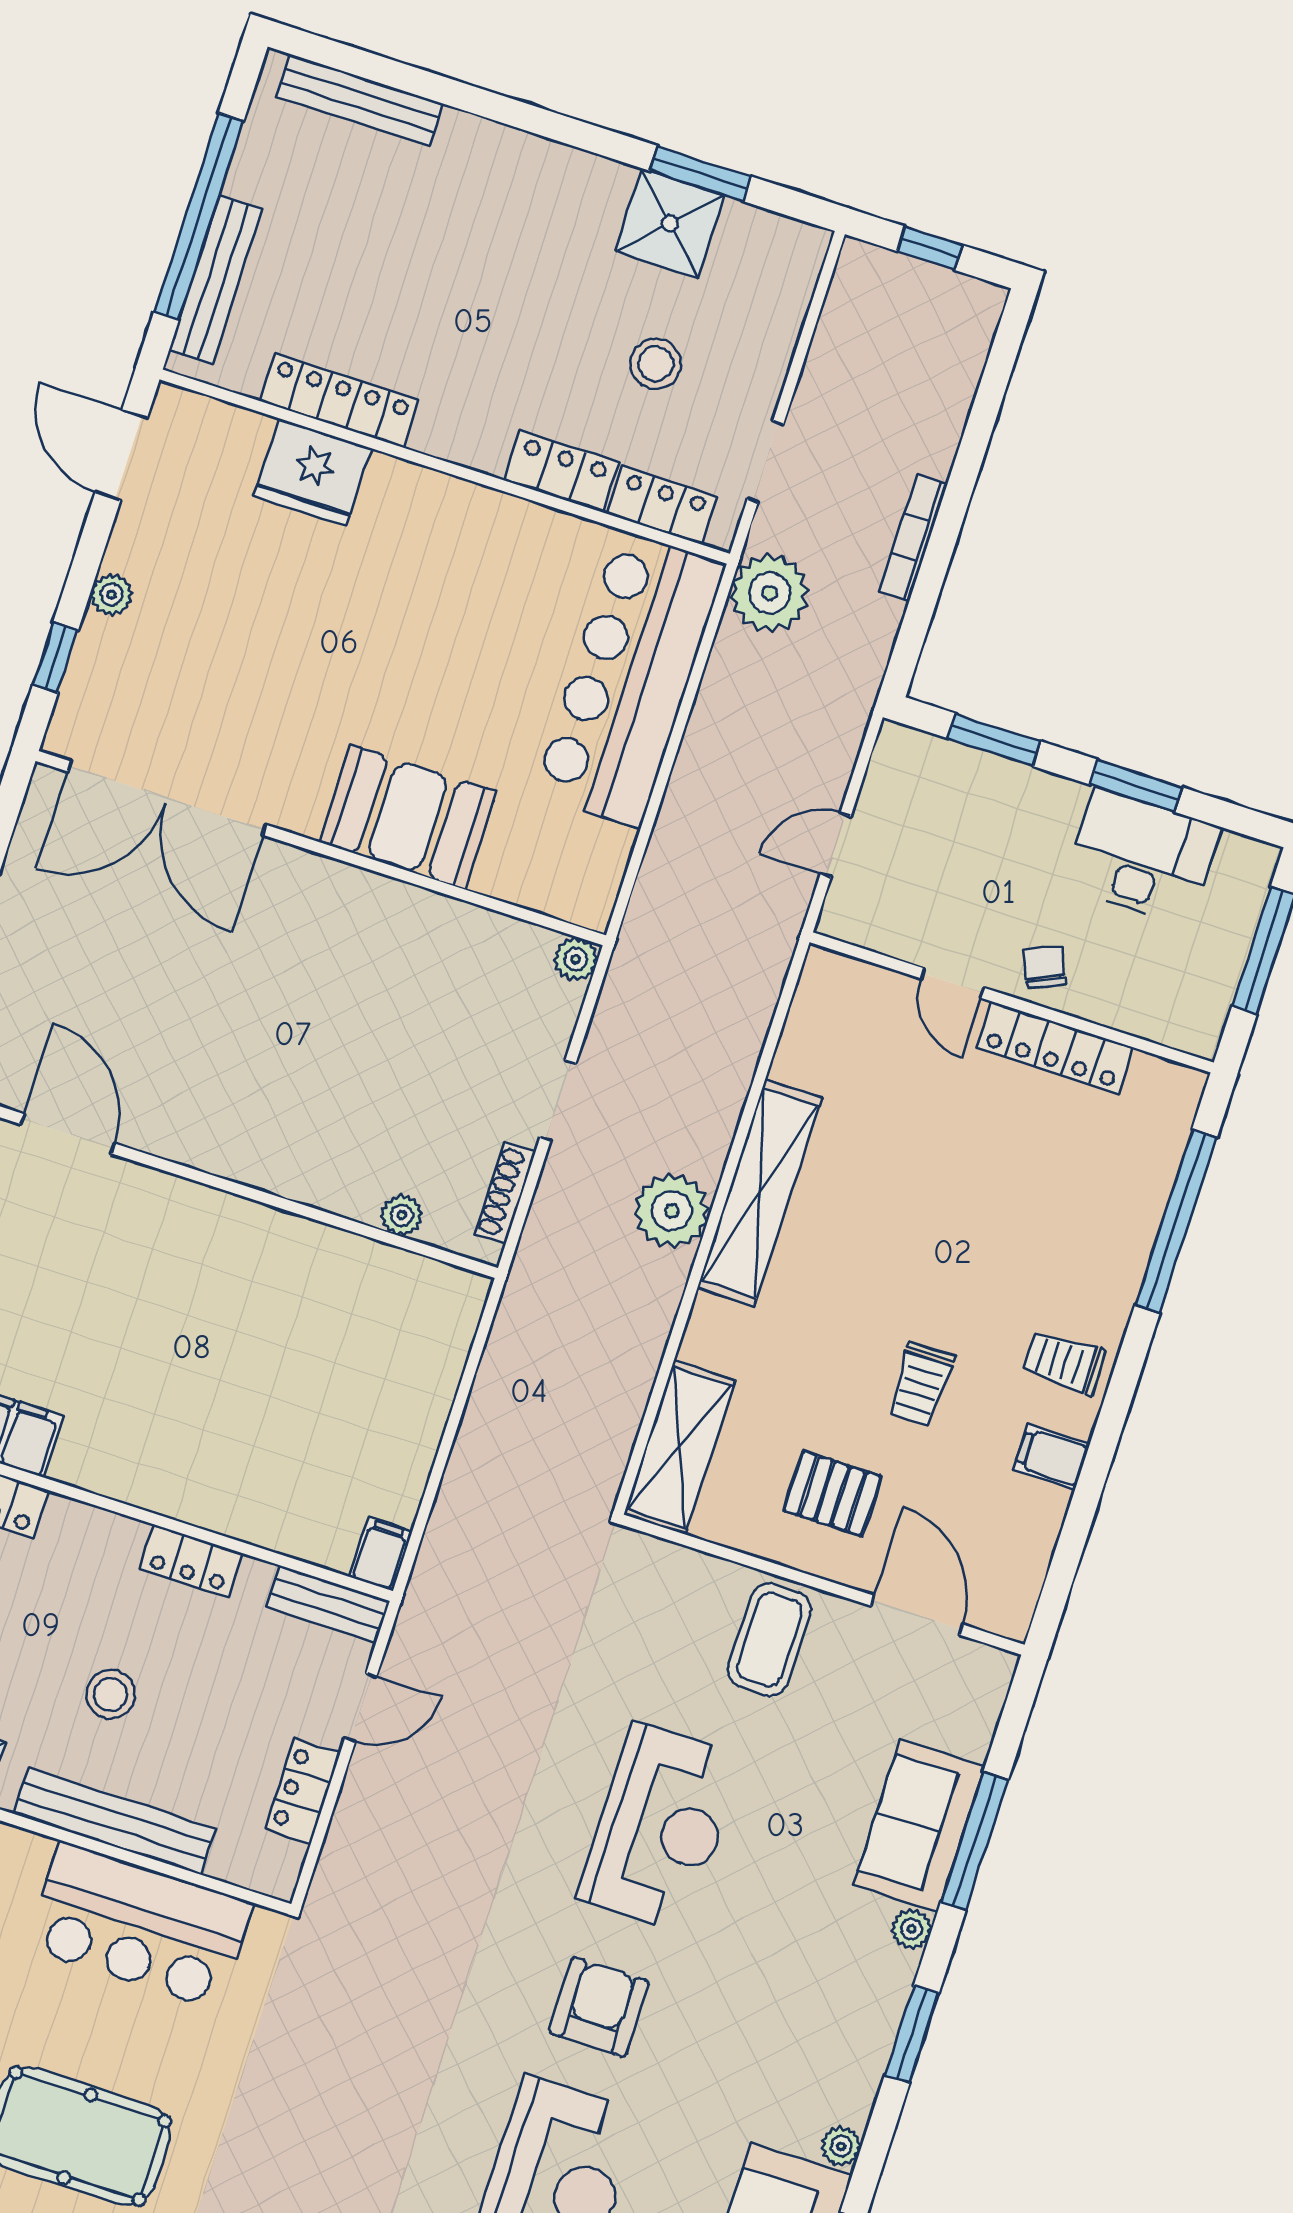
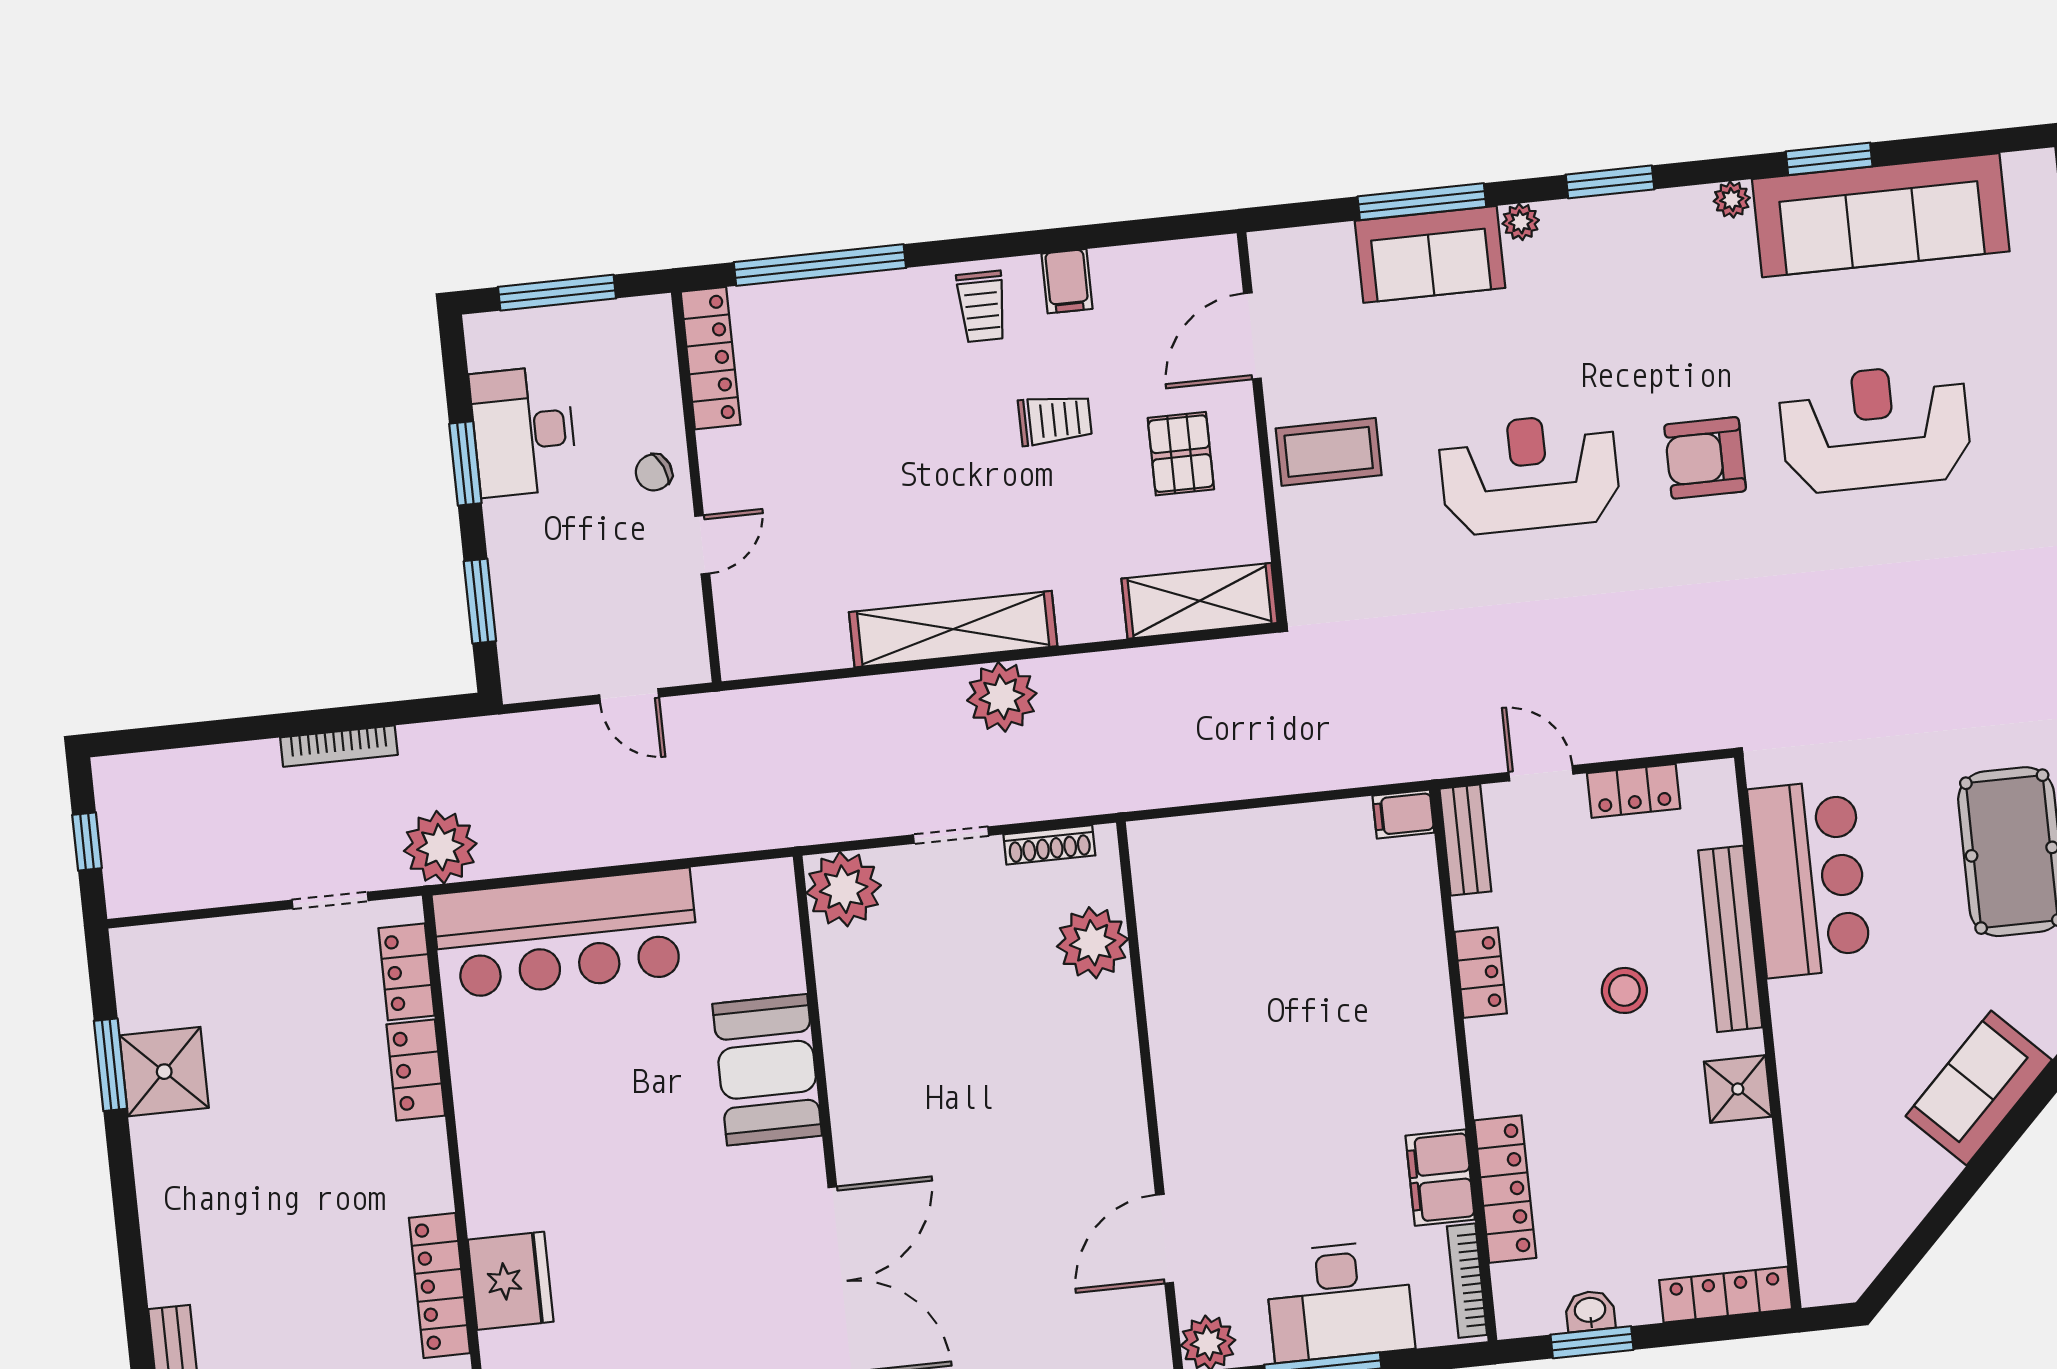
stool: (656, 364) -> (289, 1031), removed
plant: (576, 959) -> (844, 889), width x1.88, depth x1.88
locker: (1055, 1048) -> (711, 358), moved
plant: (402, 1215) -> (1093, 943), width x1.87, depth x1.87

